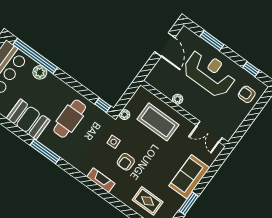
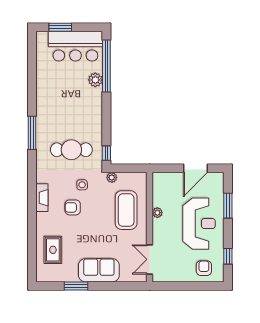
booth: (28, 119) -> (49, 99), removed
cafe table: (70, 119) -> (71, 150), moved

